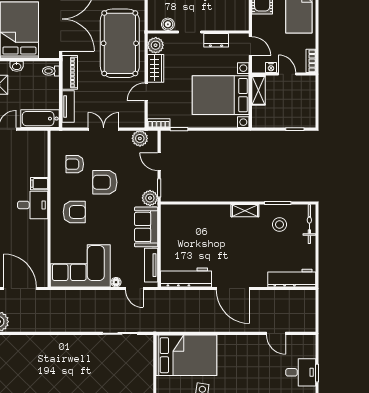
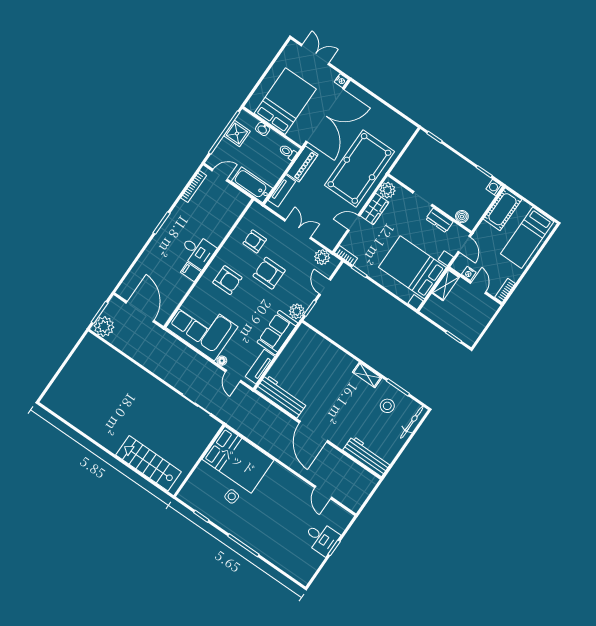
boiler: (168, 24) -> (462, 217), moved
filing cabinet: (39, 184) -> (191, 272), moved

